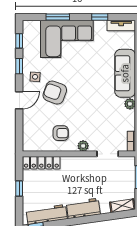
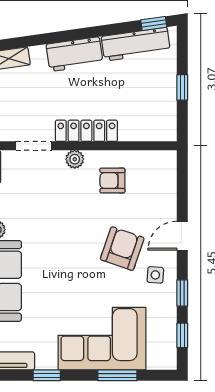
armchair: (55, 93) -> (122, 249), turned -91
locker: (41, 163) -> (86, 131), moved

